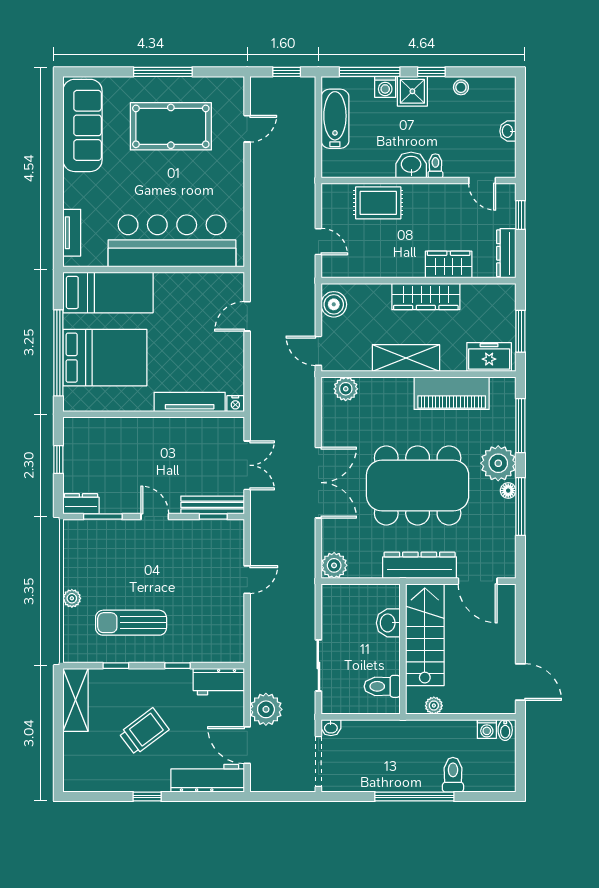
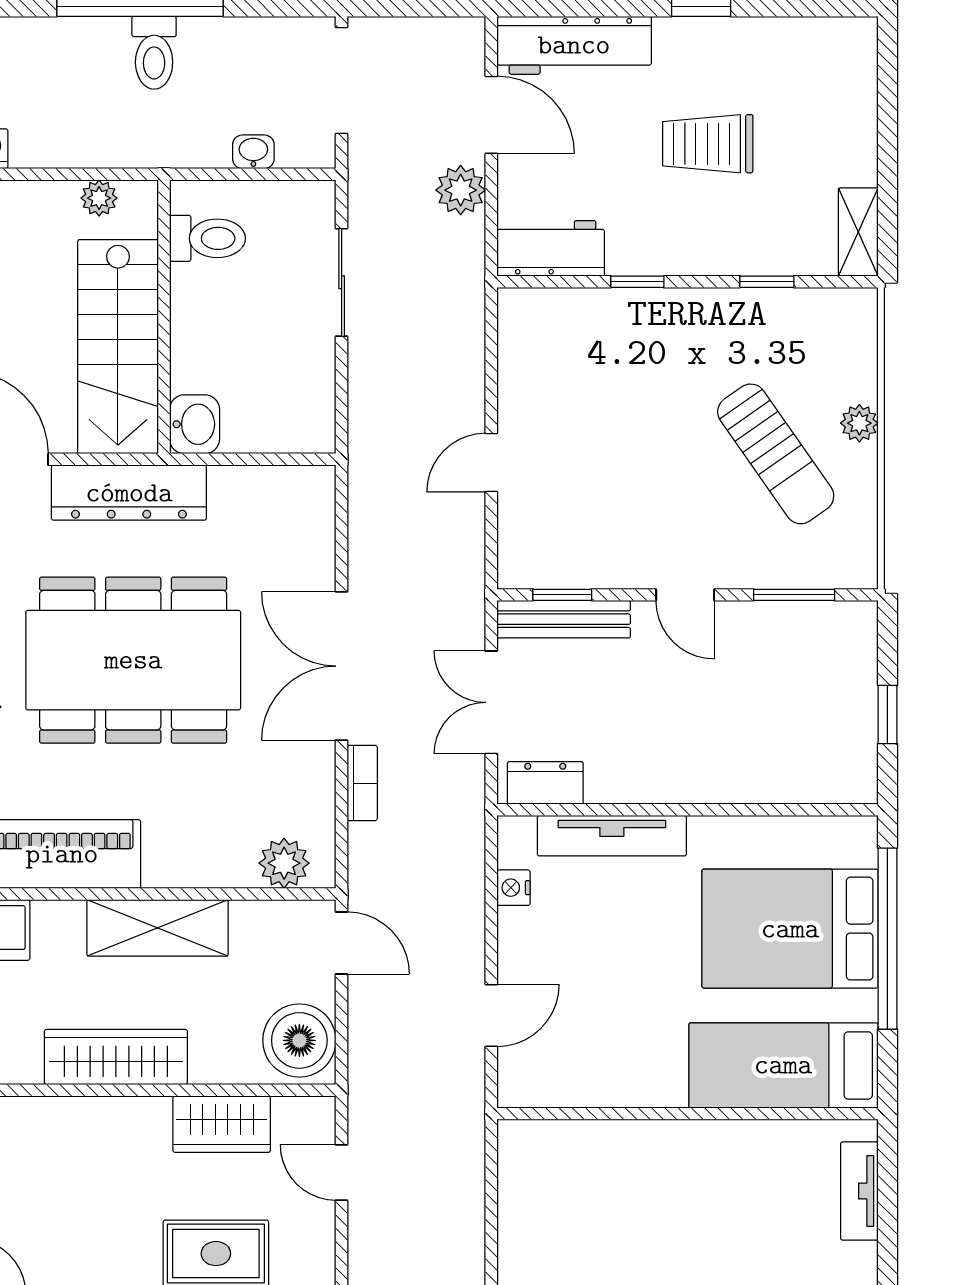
bar counter: (172, 241) -> (649, 1174), removed
wardrobe: (449, 265) -> (222, 1124), moved
boiler: (334, 304) -> (299, 1040), width x1.37, depth x1.37
nightstand: (235, 404) -> (513, 888), moved, turned -90
bookcase: (309, 427) -> (362, 783), added
dresser: (81, 504) -> (545, 783), moved, turned 180
plant: (334, 565) -> (309, 492), removed
sun lounger: (131, 623) -> (776, 454), moved, turned 55
washbasin: (388, 623) -> (195, 424), moved
shelving: (75, 700) -> (858, 232), width x0.67, depth x0.75
plant: (266, 709) -> (461, 190), width x0.73, depth x0.73
washbasin: (331, 728) -> (253, 152), moved
trolley: (144, 731) -> (708, 144), turned 37
toilet: (453, 775) -> (154, 53), moved

